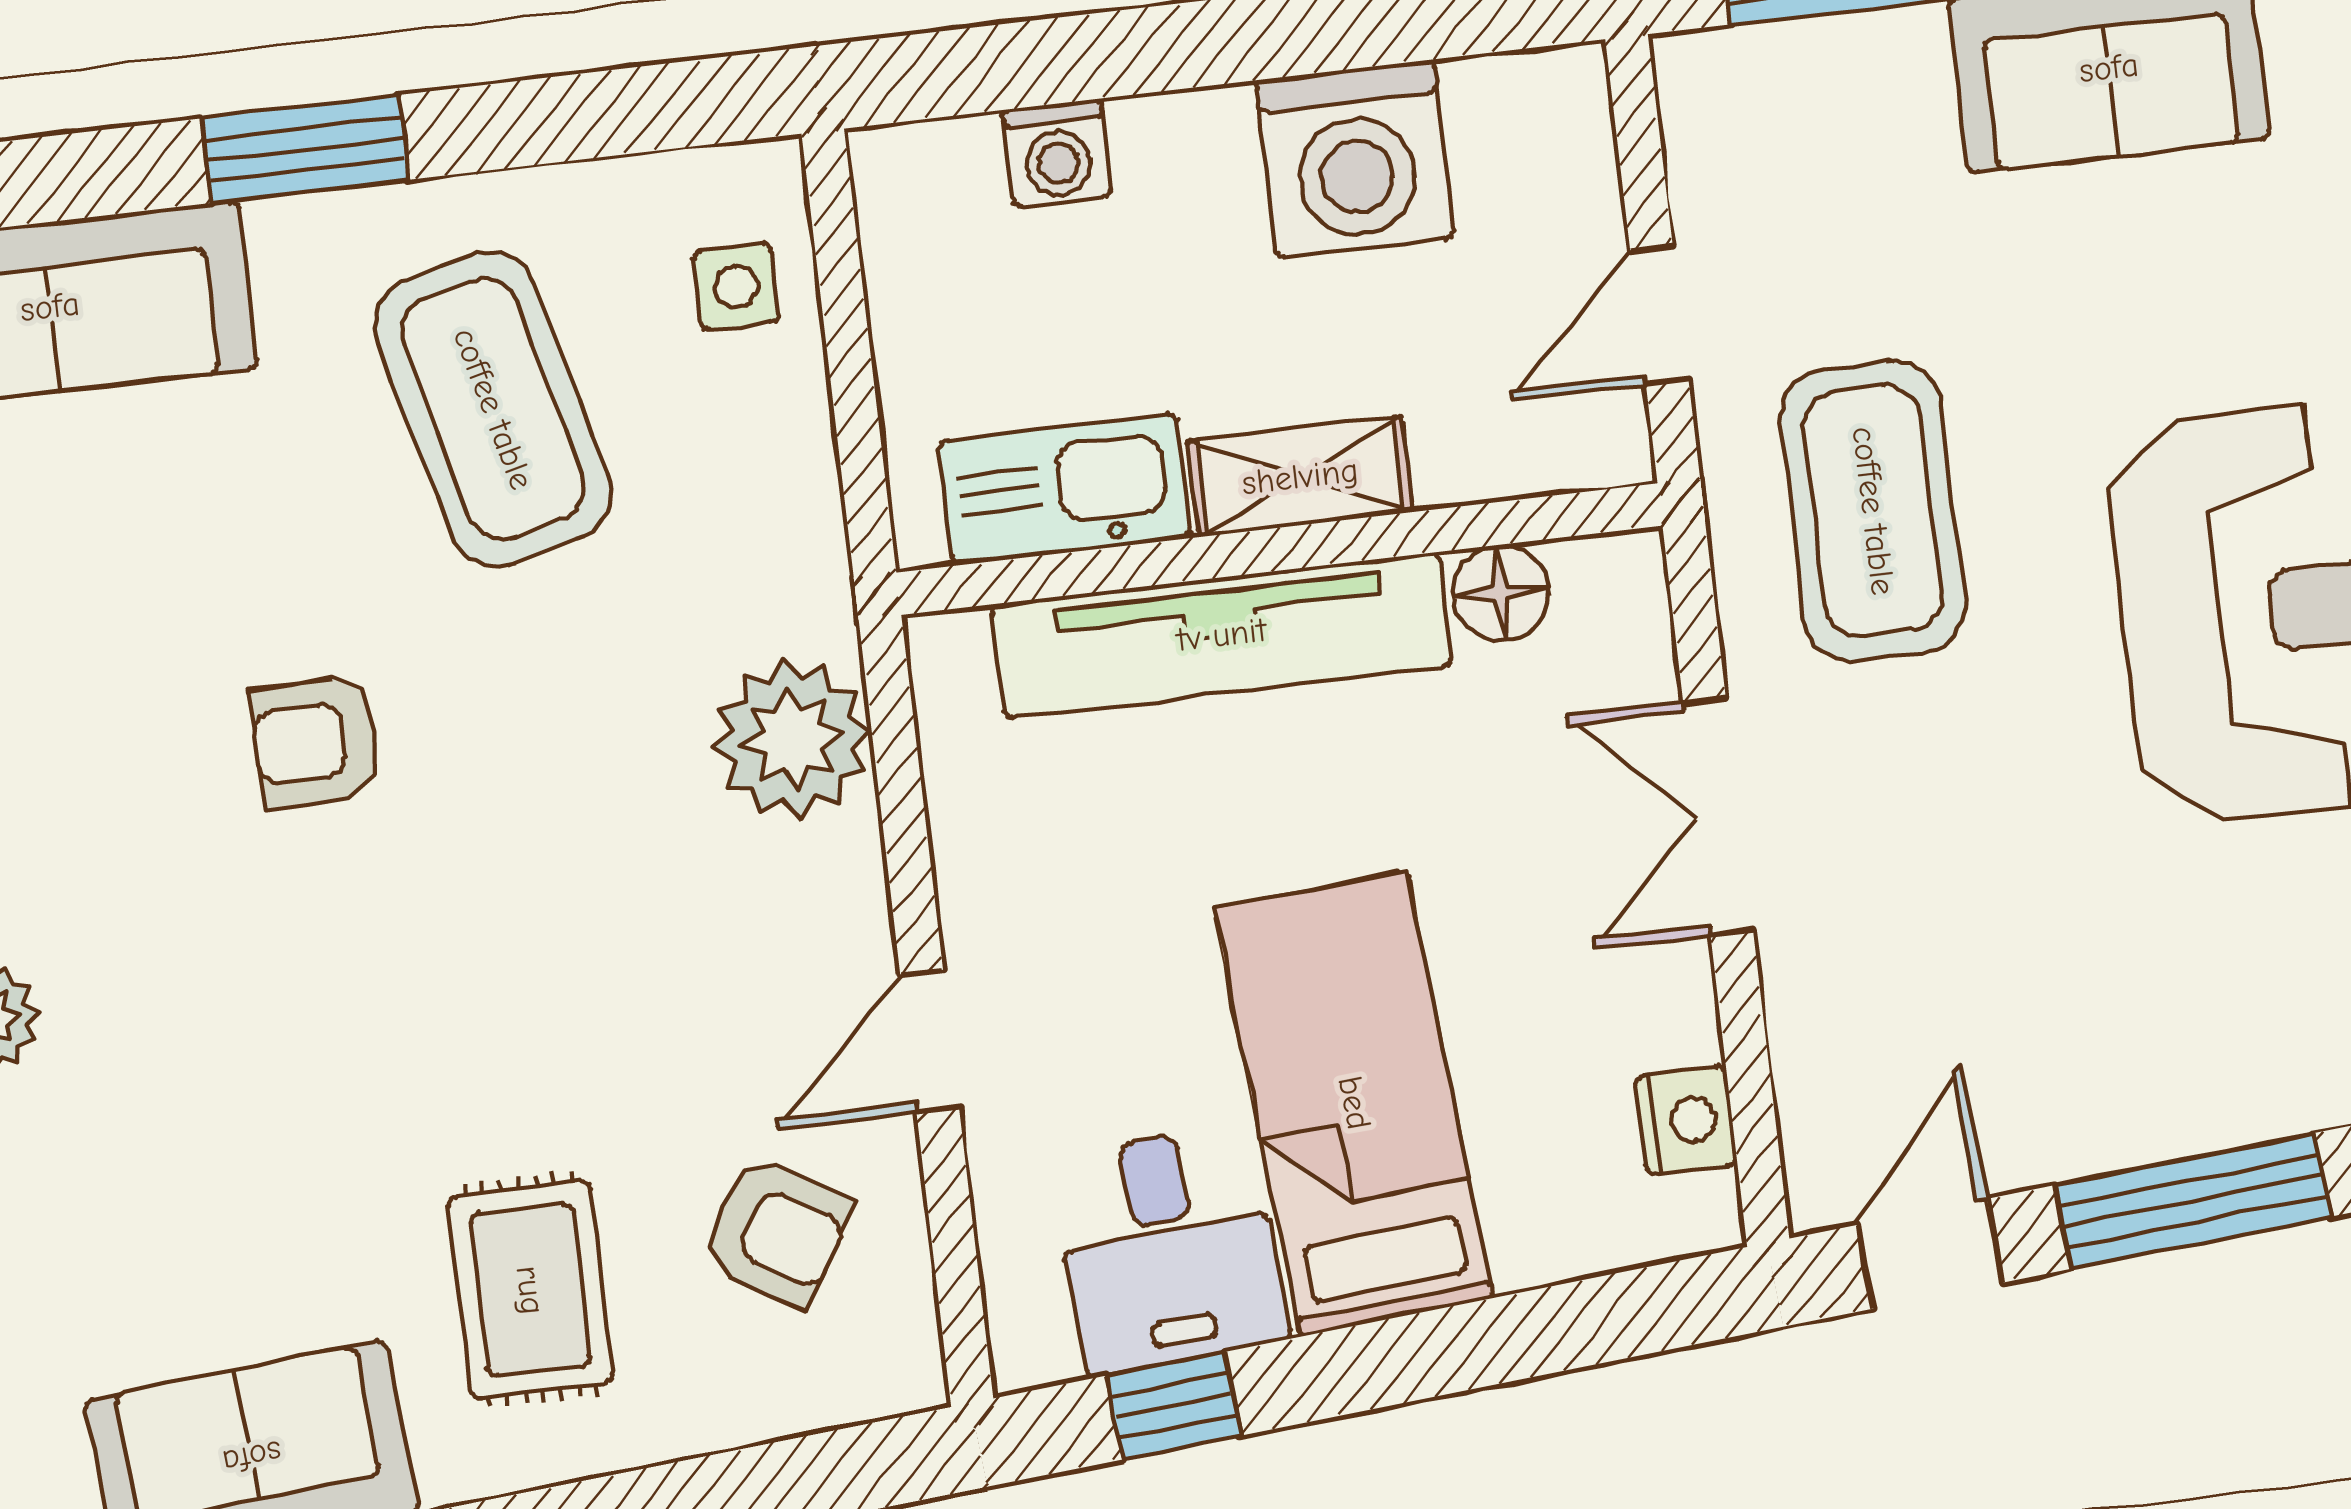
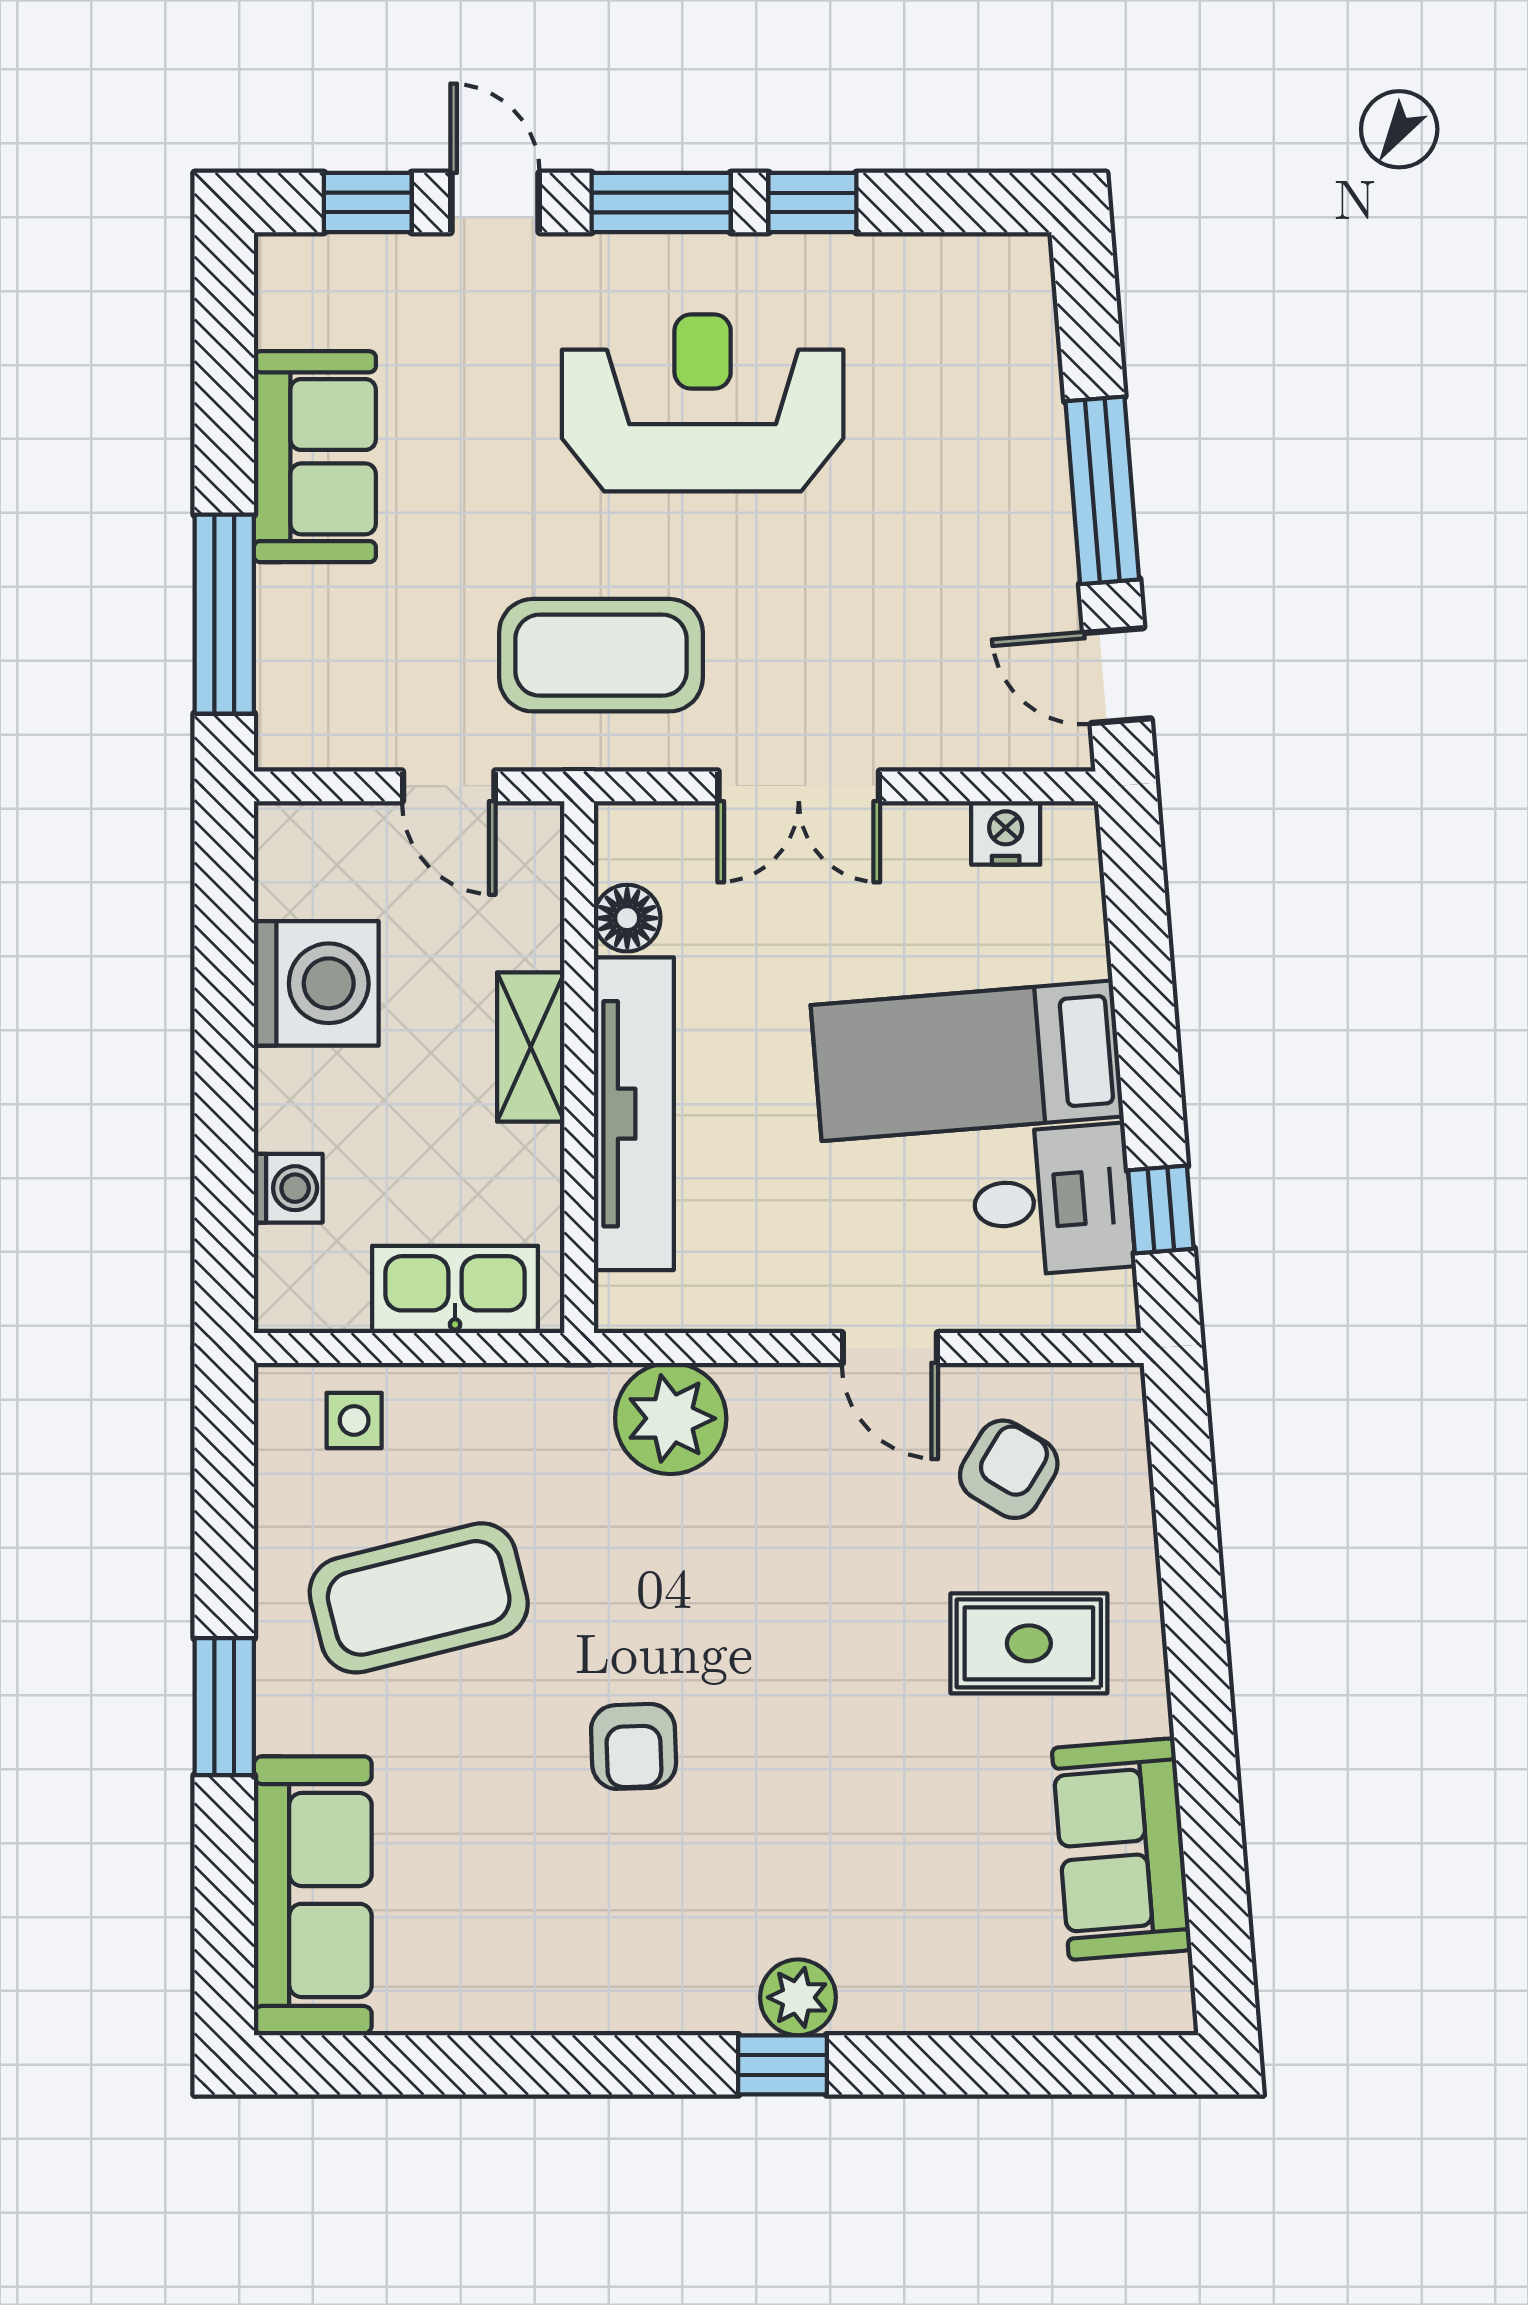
kitchen sink: (1064, 490) -> (455, 1289), moved, turned 90

